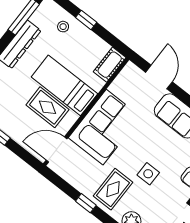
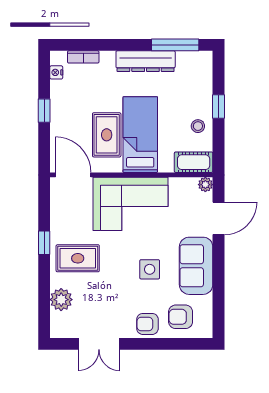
stool: (63, 27) -> (198, 126), moved
plant: (130, 68) -> (205, 185), added
side table: (148, 174) -> (150, 269), moved

